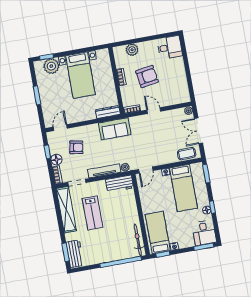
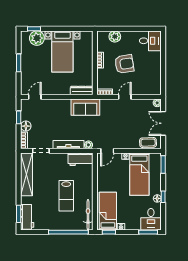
door: (154, 111) -> (125, 97), hinge flipped
armchair: (76, 147) -> (46, 118), removed
lab bench: (92, 213) -> (66, 196), moved

